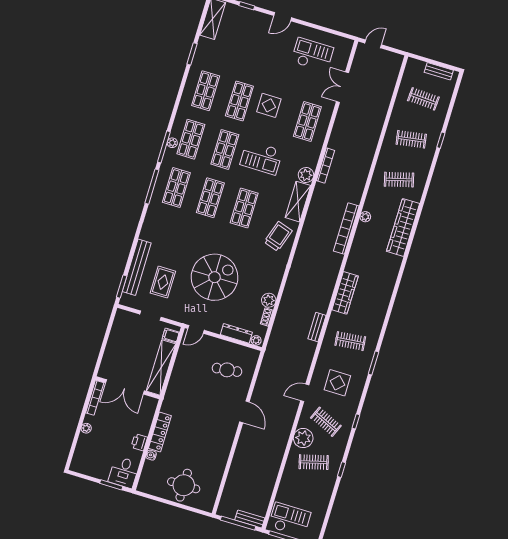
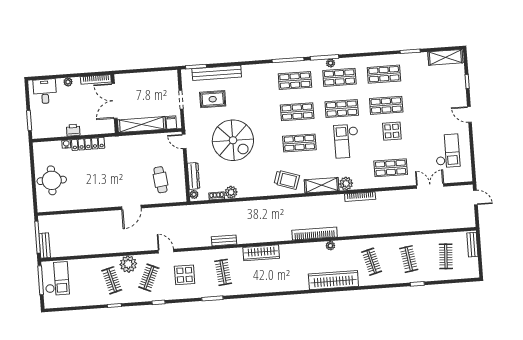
bench: (439, 71) -> (472, 245), moved
desk: (124, 472) -> (45, 91), moved, turned 90

